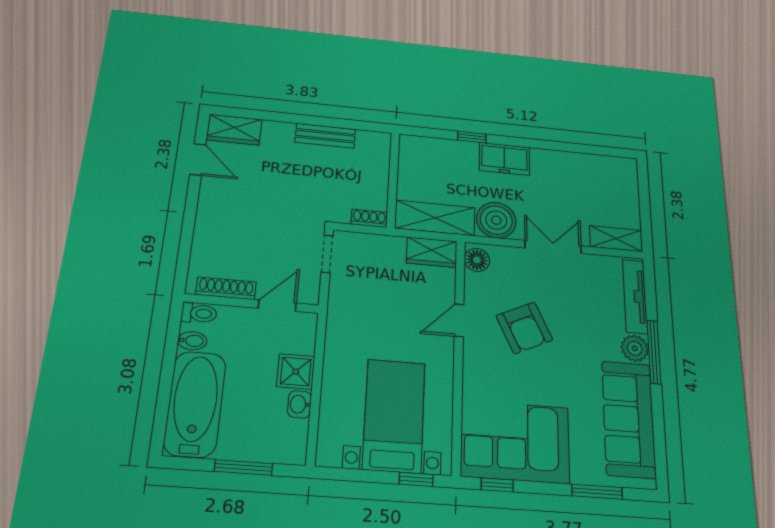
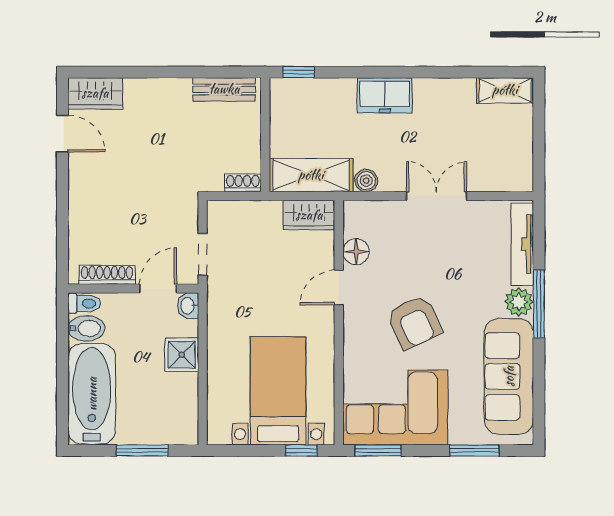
bench: (325, 136) -> (224, 89), moved
window: (472, 137) -> (299, 72), moved
boiler: (496, 220) -> (366, 181), width x0.54, depth x0.54
shelving: (616, 239) -> (505, 90), moved
doorway: (327, 254) -> (203, 254), moved
floor lamp: (477, 260) -> (356, 252), moved
armchair: (524, 328) -> (414, 322), moved
bidet: (192, 341) -> (86, 328), width x1.38, depth x1.36
washbasin: (299, 404) -> (188, 306), moved
window: (497, 485) -> (378, 450), width x1.50

